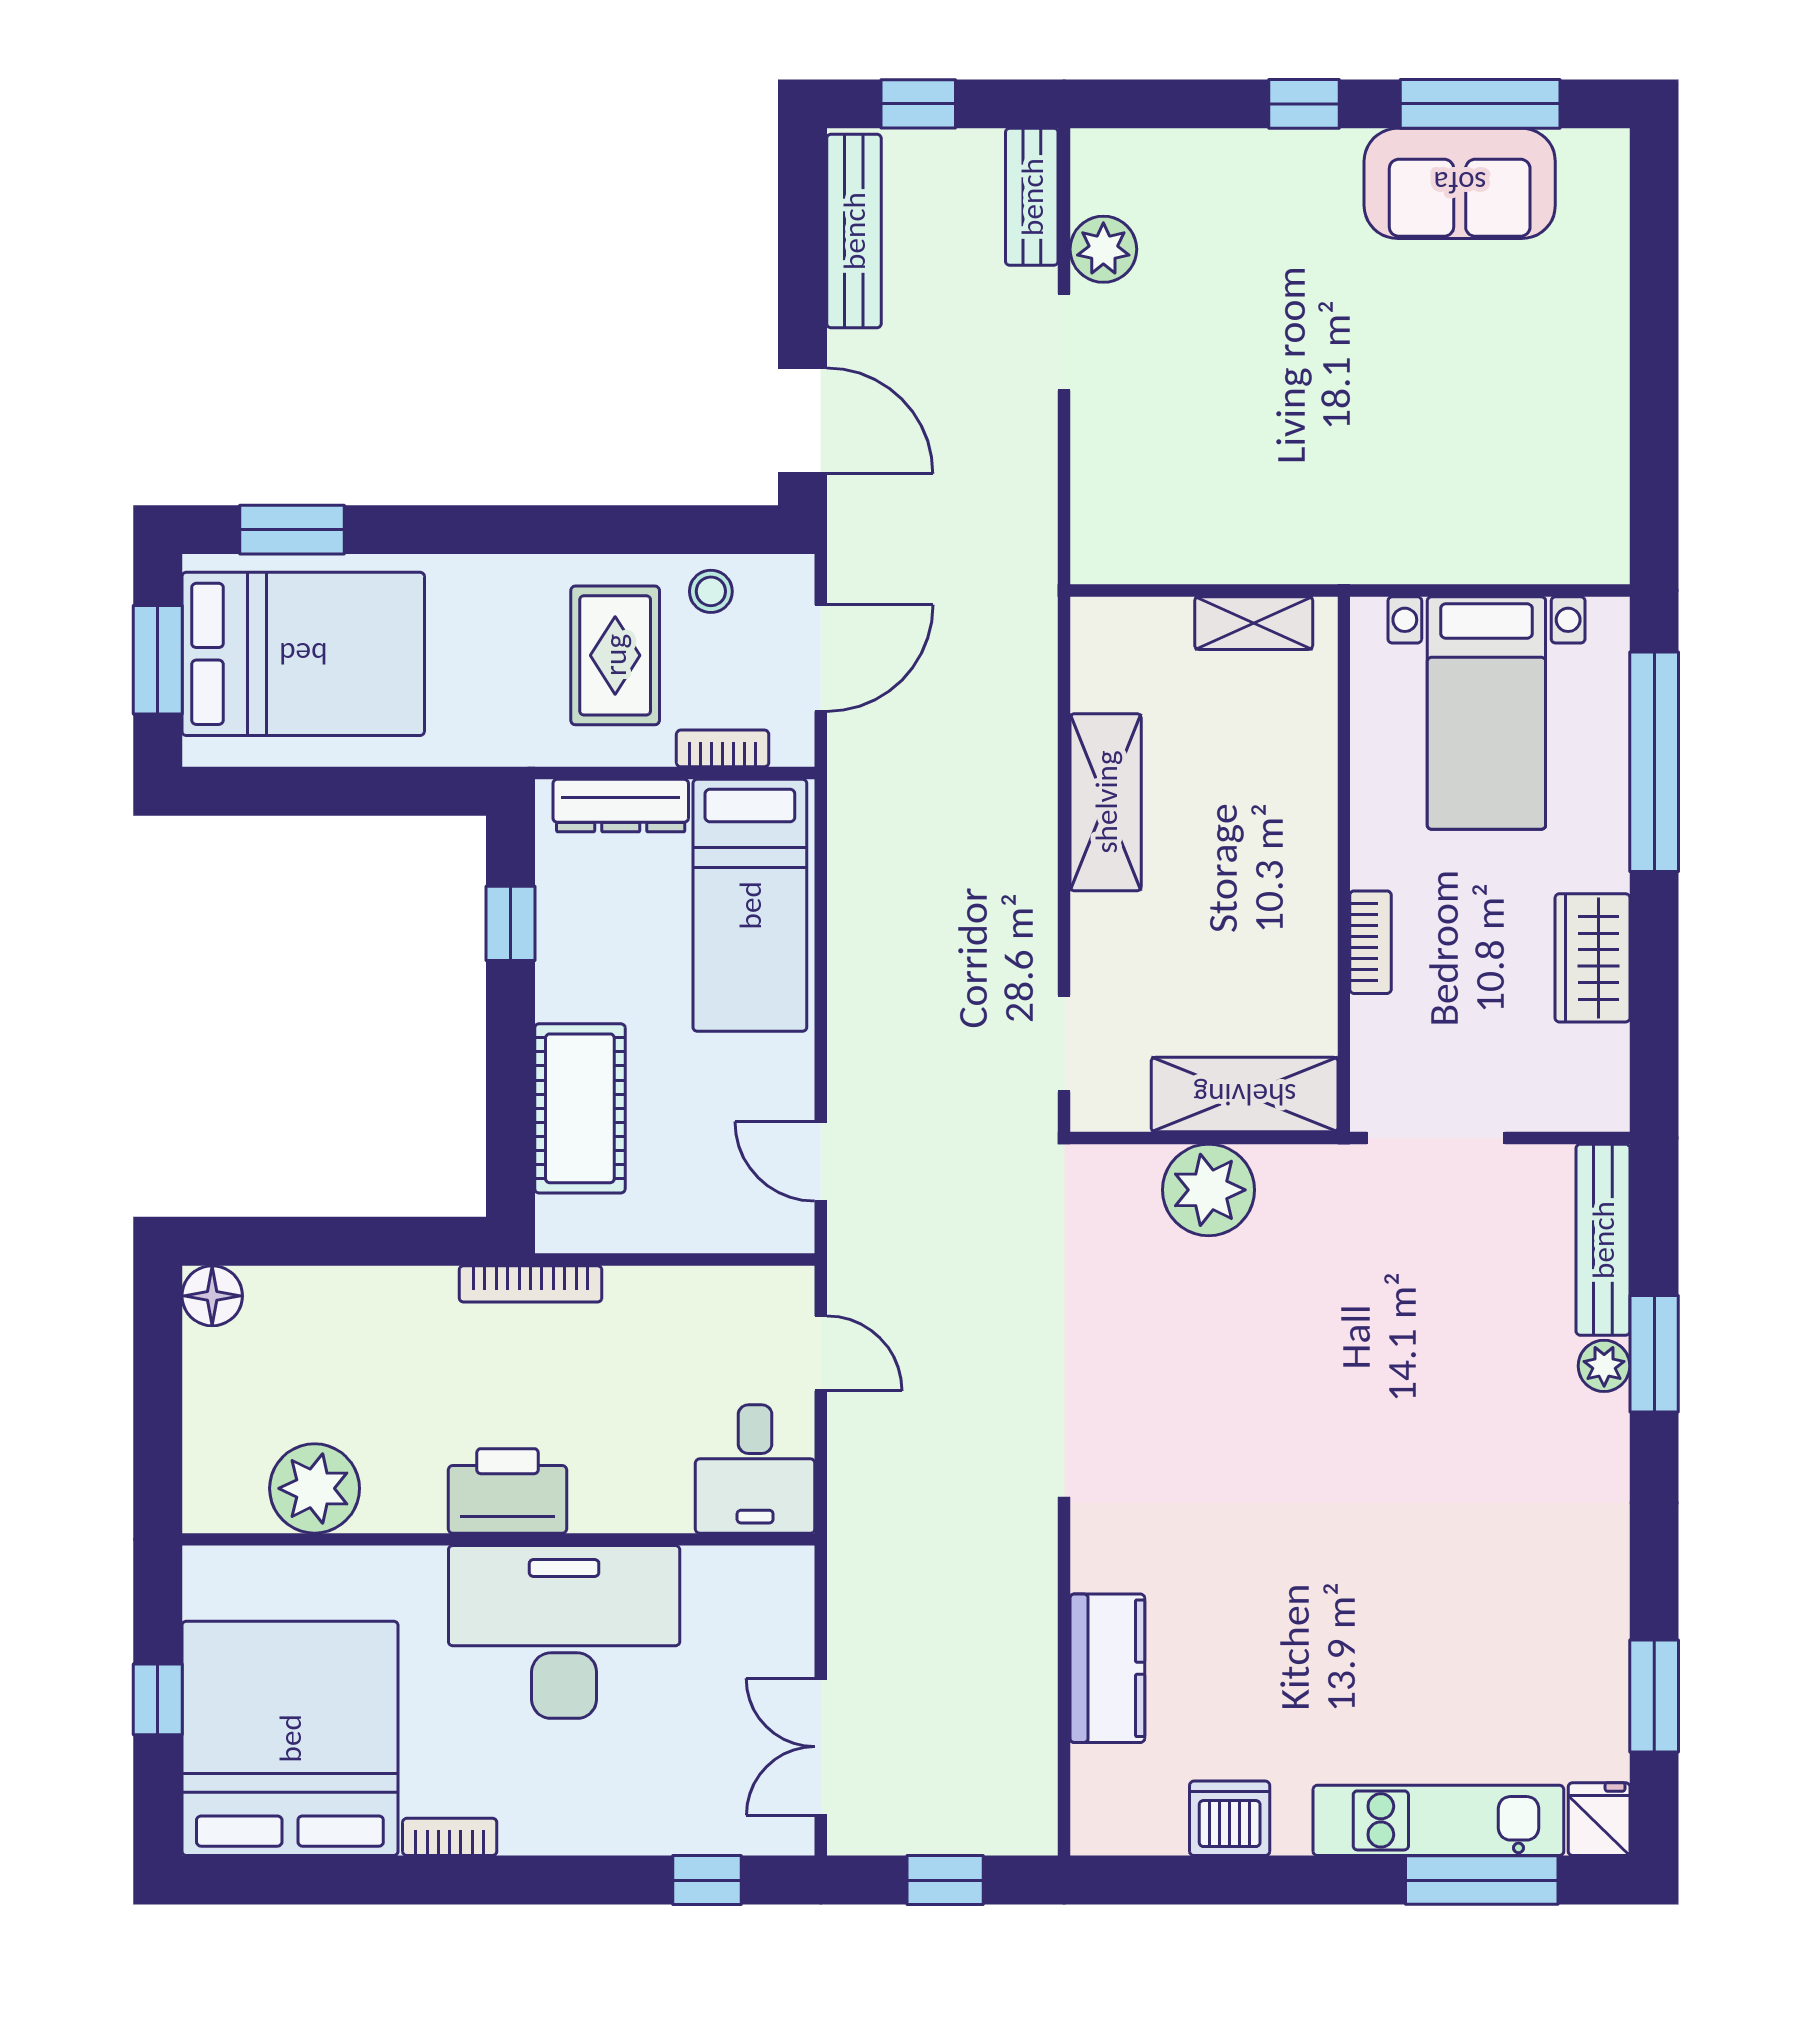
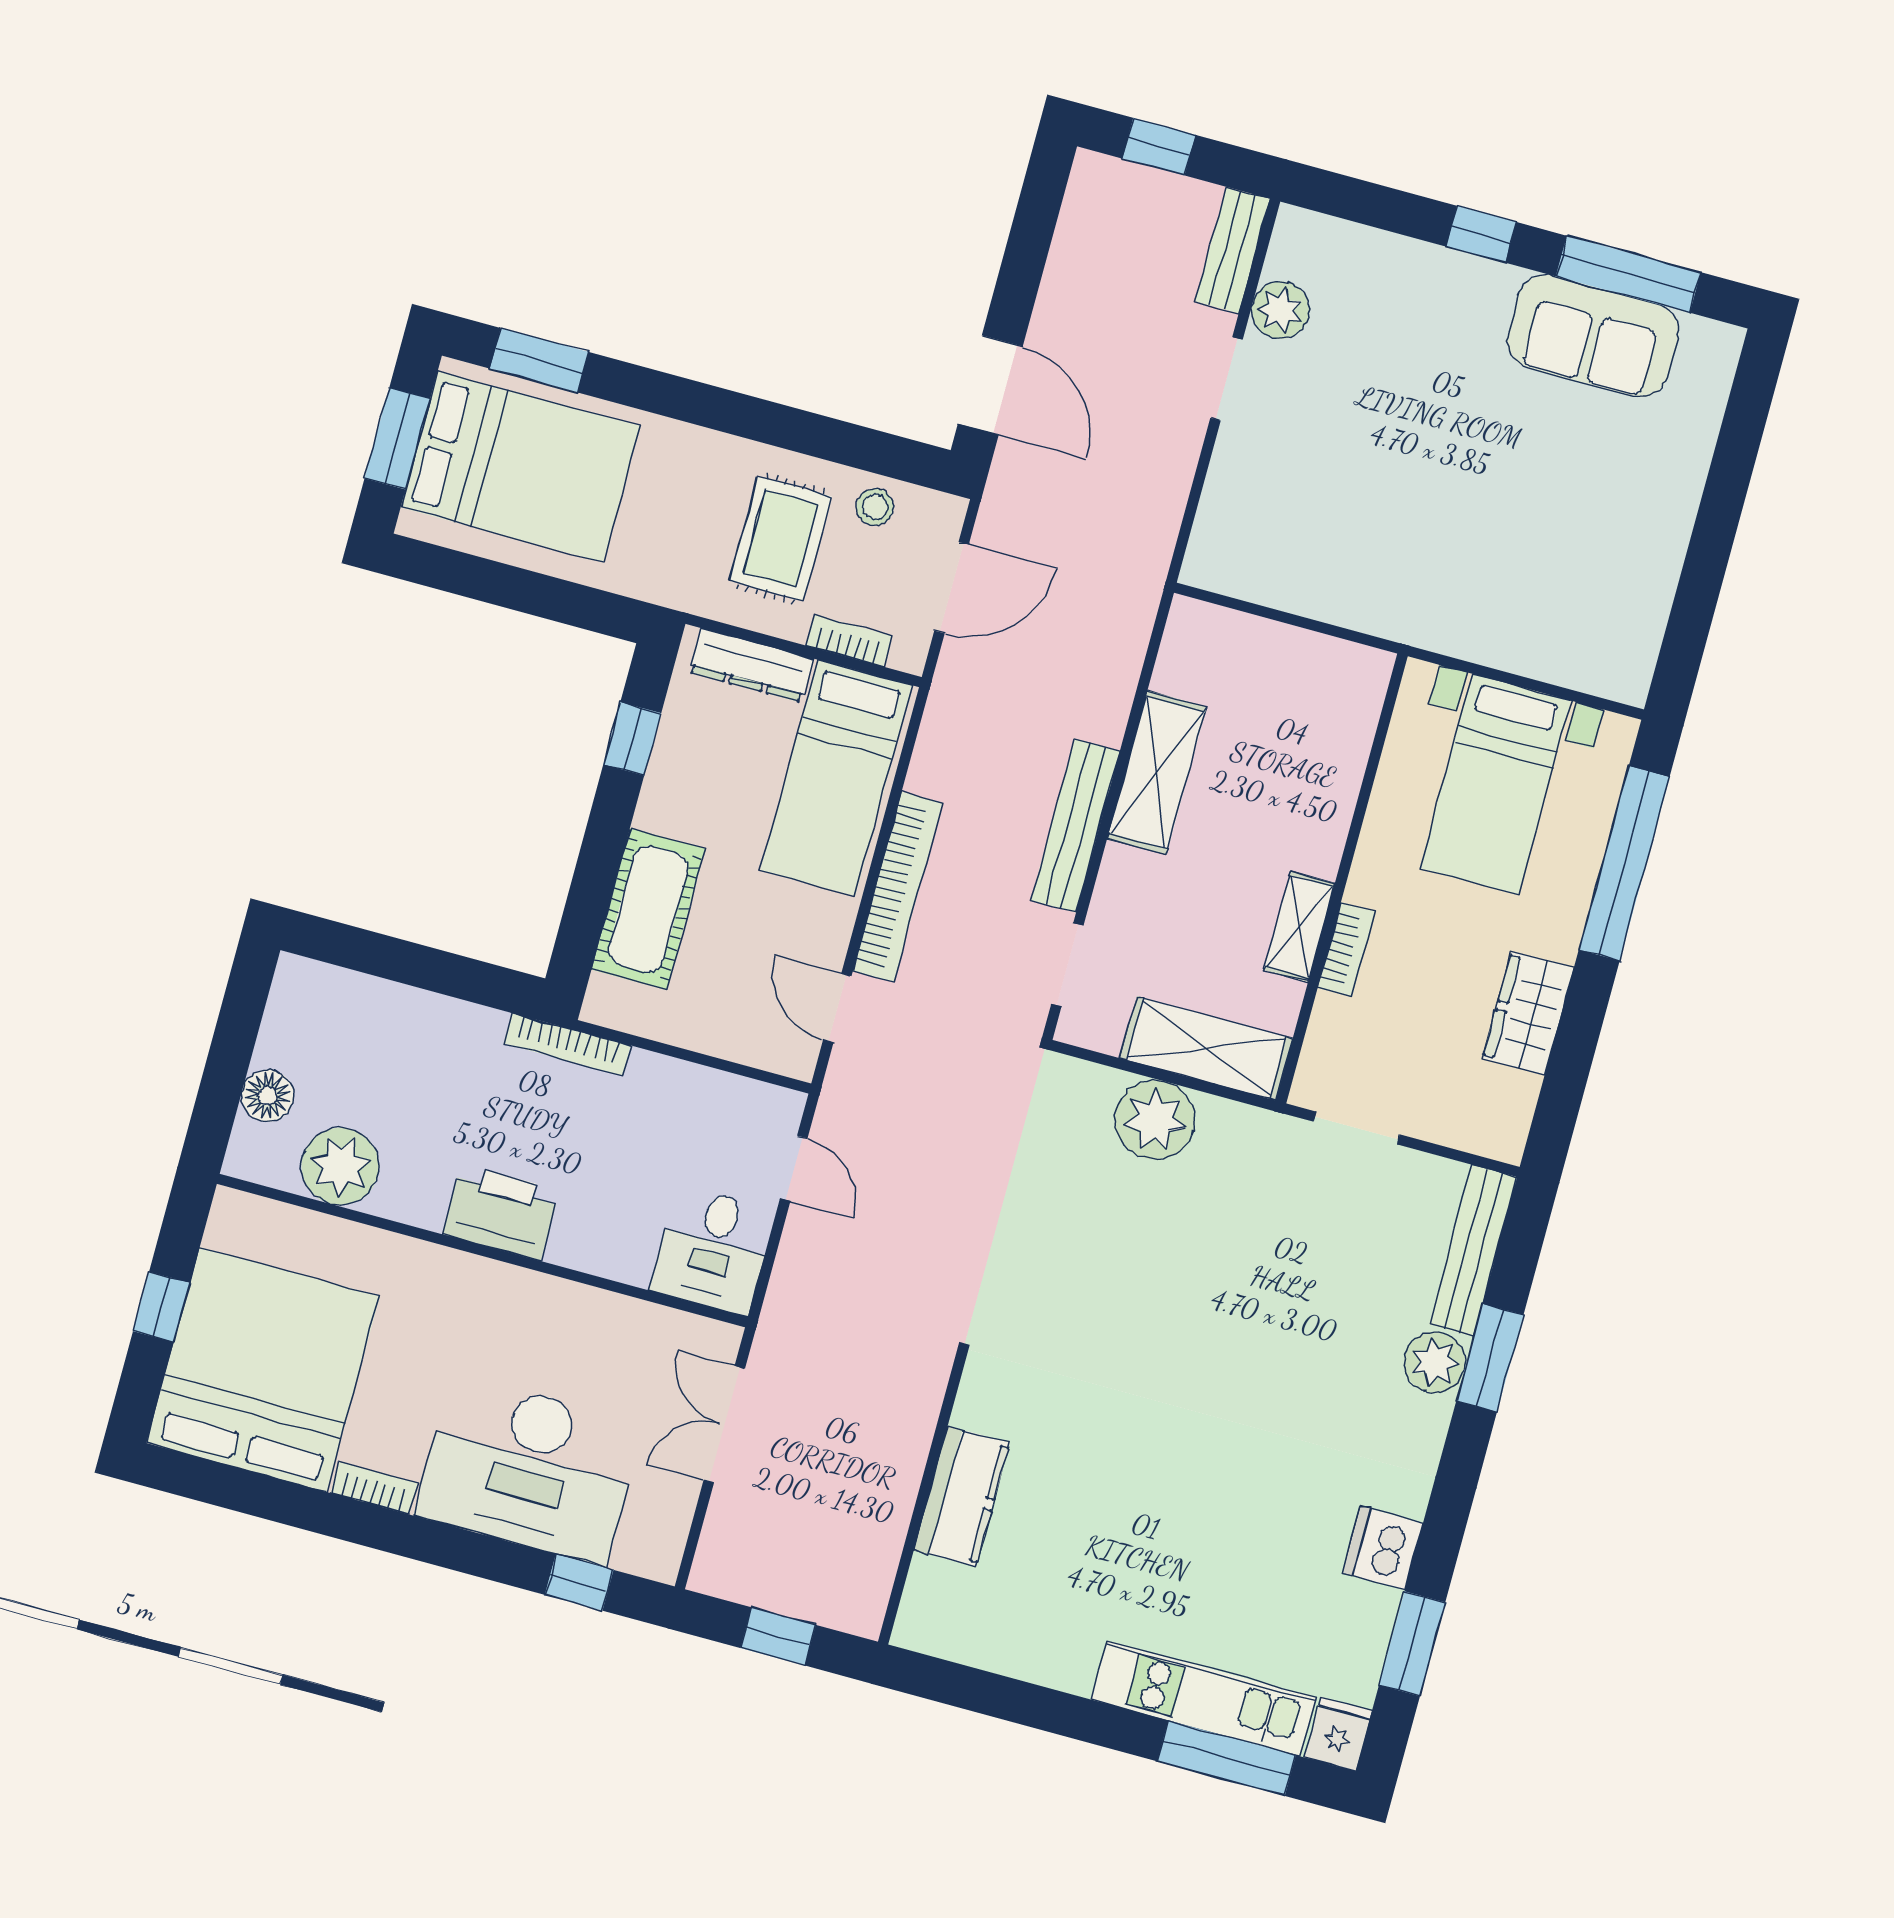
bench: (854, 231) -> (1075, 826), moved
shelving: (1254, 623) -> (1299, 927), moved, turned 90
bookcase: (851, 1008) -> (898, 887), added
doorway: (1436, 1138) -> (1357, 1128), width x0.73
floor lamp: (212, 1296) -> (268, 1096), moved
plant: (1604, 1366) -> (1435, 1362), width x1.38, depth x1.38
desk: (564, 1632) -> (529, 1469), moved, turned 180
double door: (821, 1747) -> (724, 1424), moved
dishwasher: (1230, 1818) -> (1383, 1548), moved, turned -90

